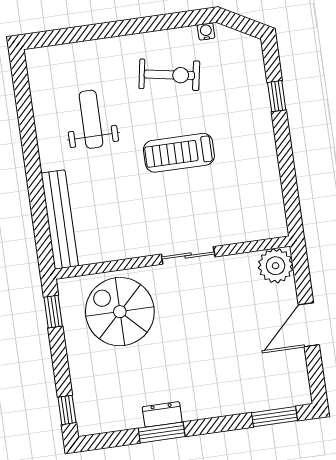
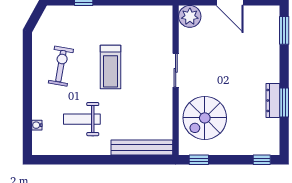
water cooler: (206, 31) -> (37, 125), moved
dresser: (162, 414) -> (273, 100), width x1.44

